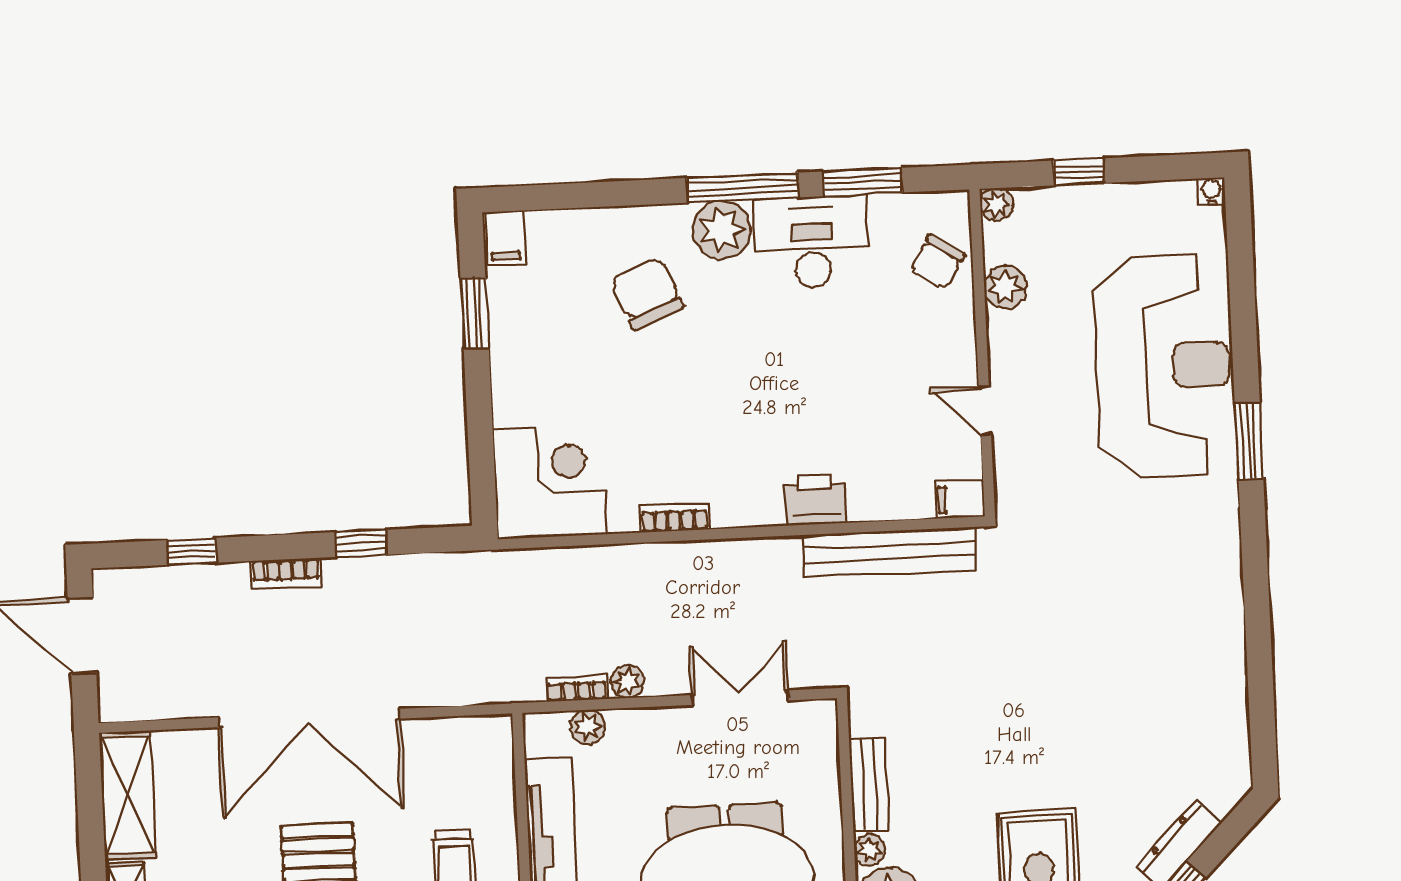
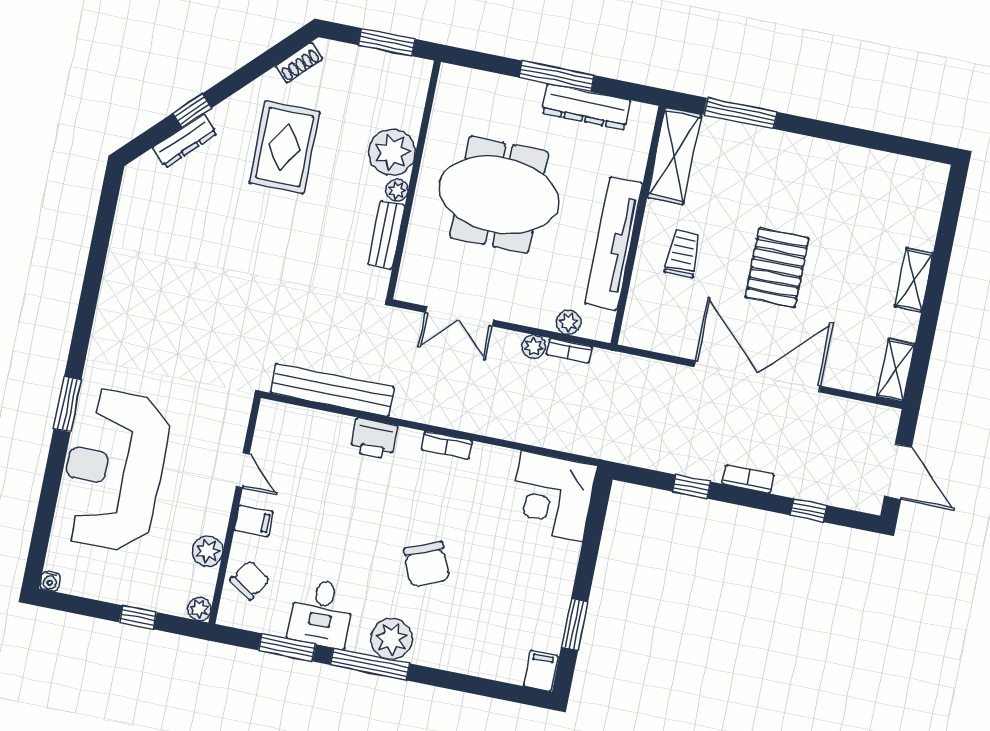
desk: (812, 242) -> (321, 613), width x0.73
chair: (647, 293) -> (426, 564), moved
filing cabinet: (960, 499) -> (254, 521), moved
bookcase: (674, 517) -> (447, 445), moved
shelving: (127, 795) -> (896, 370), width x0.67, depth x0.75

